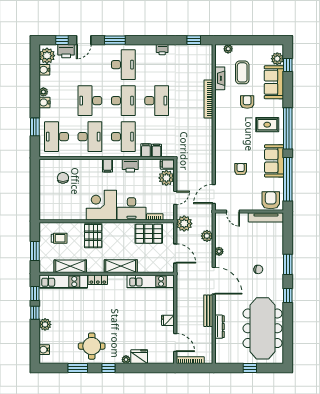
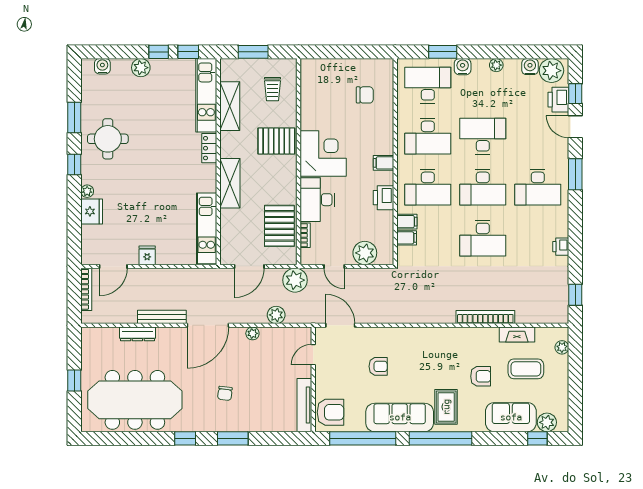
water cooler: (44, 102) -> (463, 67), moved
sofa: (274, 161) -> (400, 417), width x1.36
filing cabinet: (167, 164) -> (386, 254), removed

